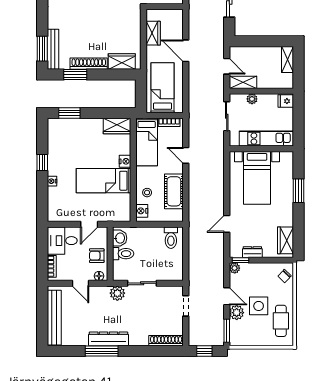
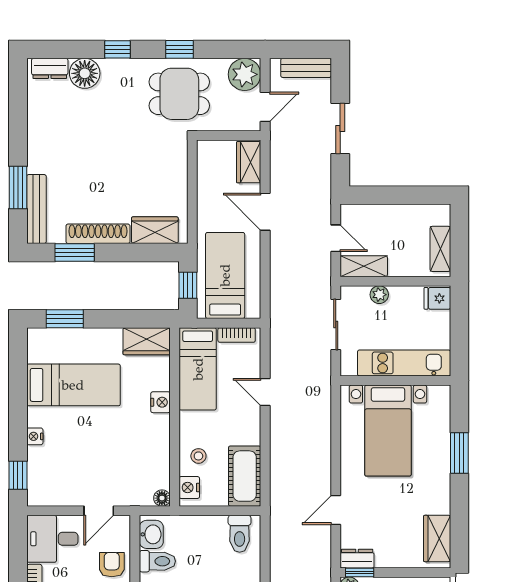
wardrobe: (153, 33) -> (249, 162), moved, turned 180
window: (42, 49) -> (18, 187), moved
shelving: (287, 59) -> (440, 249), moved
window: (141, 93) -> (188, 285), added
window: (42, 163) -> (18, 475), moved
bed: (104, 181) -> (73, 385), moved, turned 180
cot: (174, 191) -> (245, 476), moved
floor lamp: (126, 217) -> (162, 498), added
dresser: (252, 252) -> (357, 559), moved
armchair: (97, 256) -> (112, 565), turned 90

